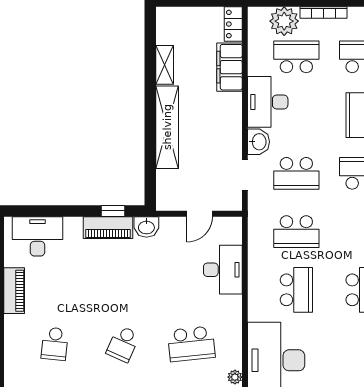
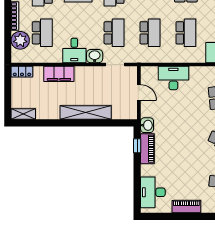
school desk: (296, 57) -> (42, 33), turned 180
shelving: (165, 65) -> (23, 114), moved
filing cabinet: (229, 67) -> (59, 74), moved
desk: (268, 102) -> (74, 50), width x0.73
school desk: (296, 290) -> (186, 33), turned 90

